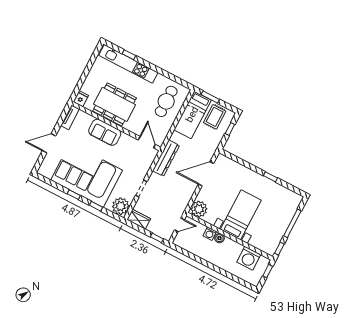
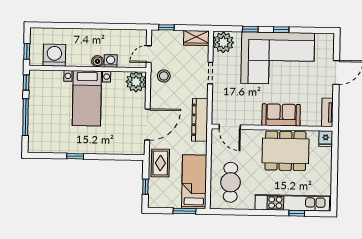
rug: (215, 117) -> (160, 163), moved
stool: (176, 203) -> (164, 76), added

